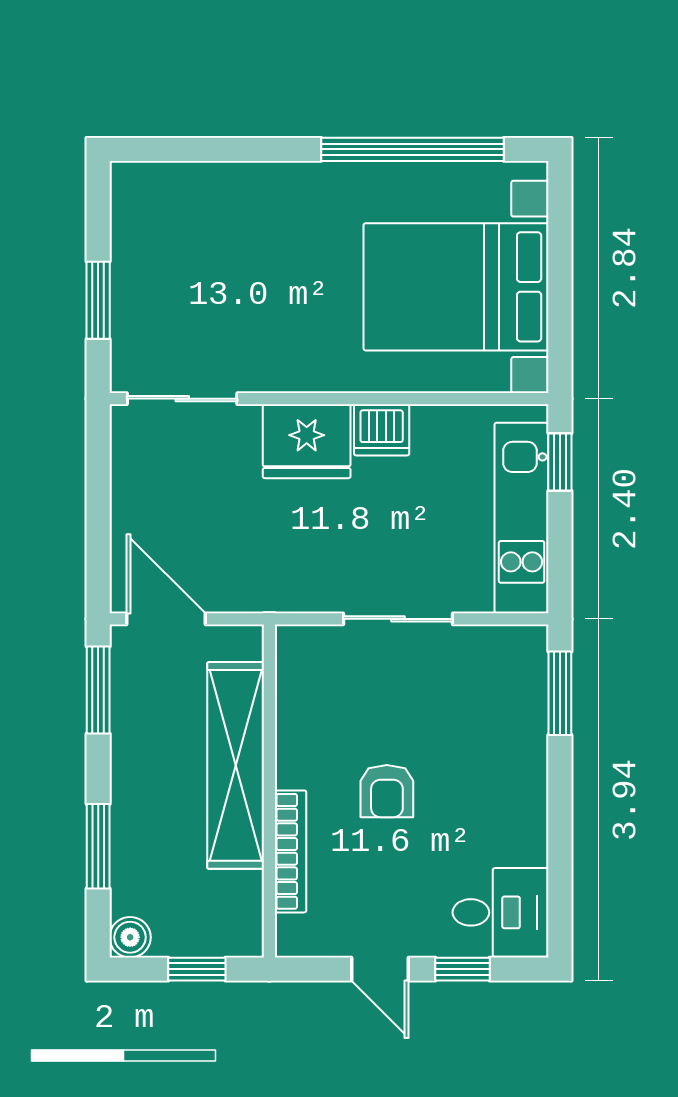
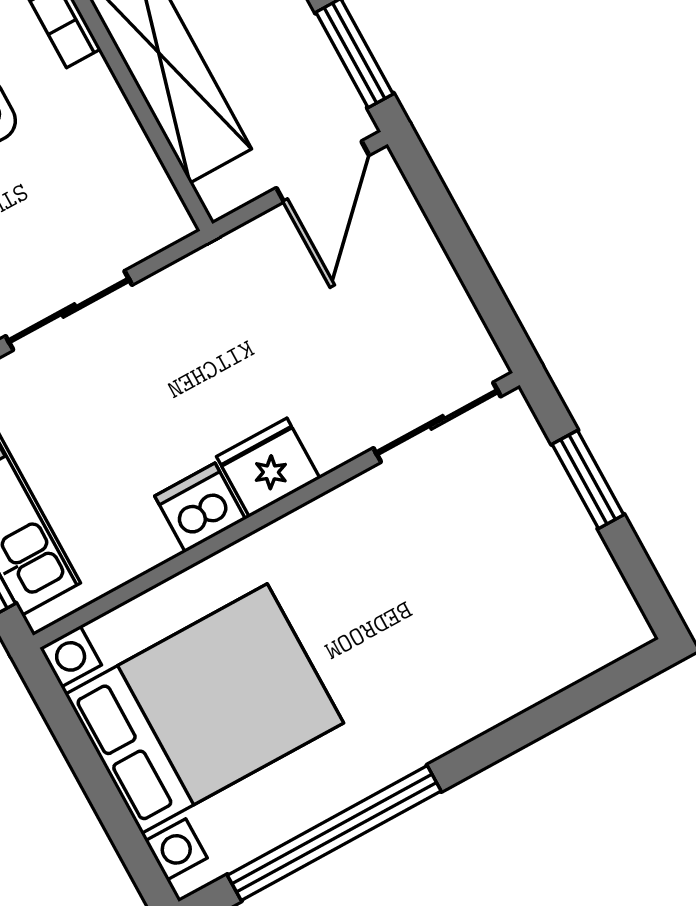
fridge: (307, 441) -> (268, 467), width x0.73, depth x0.75
door: (166, 619) -> (323, 172), hinge flipped

